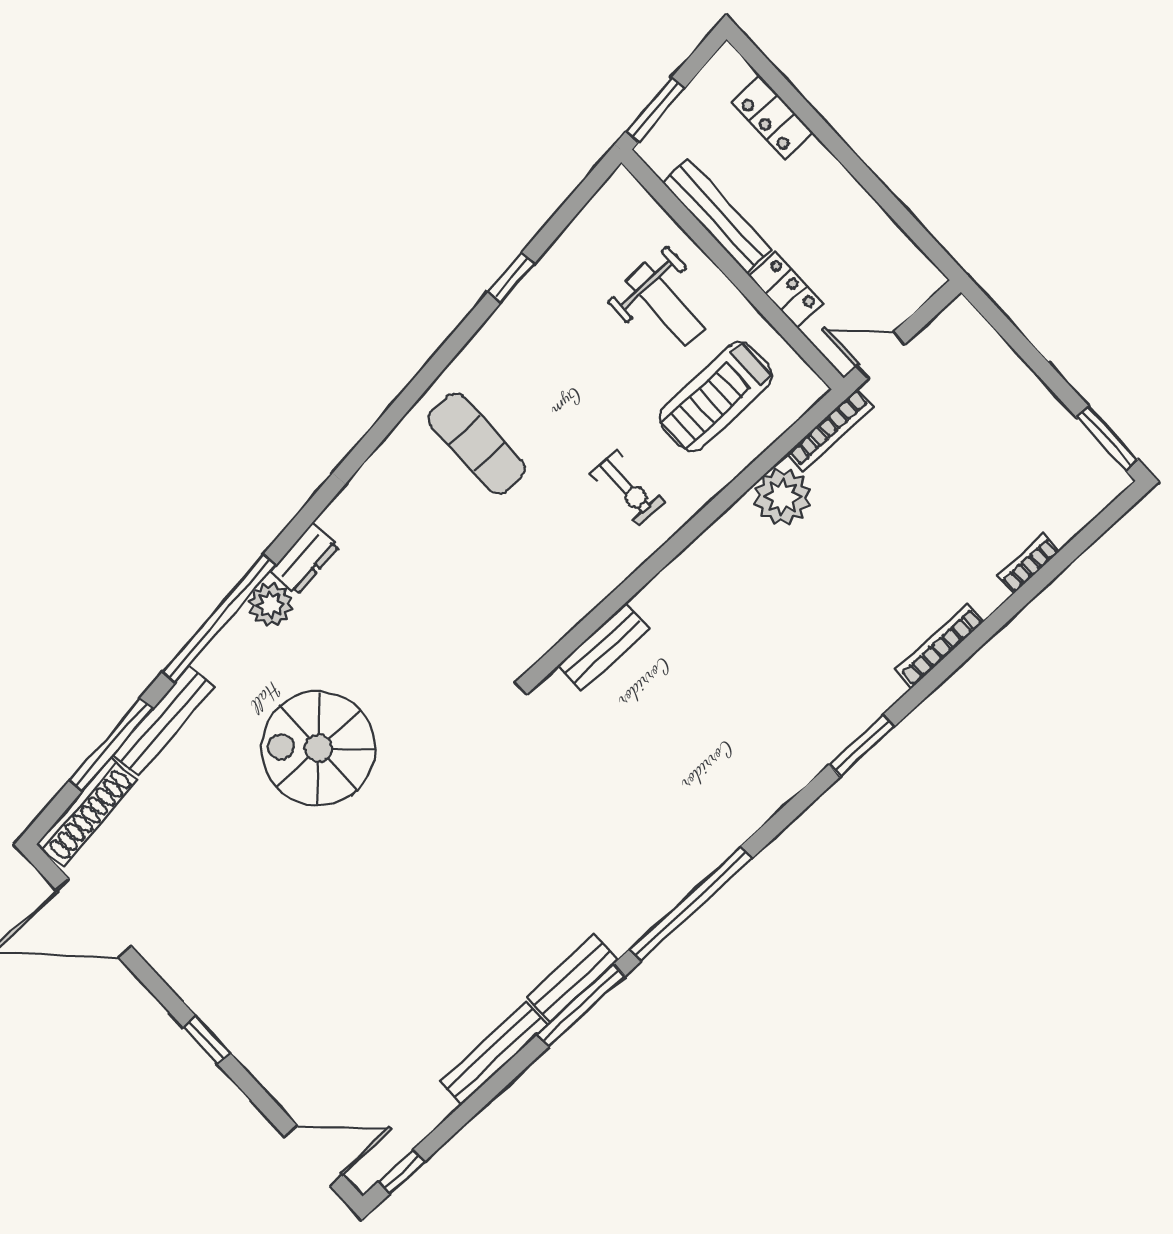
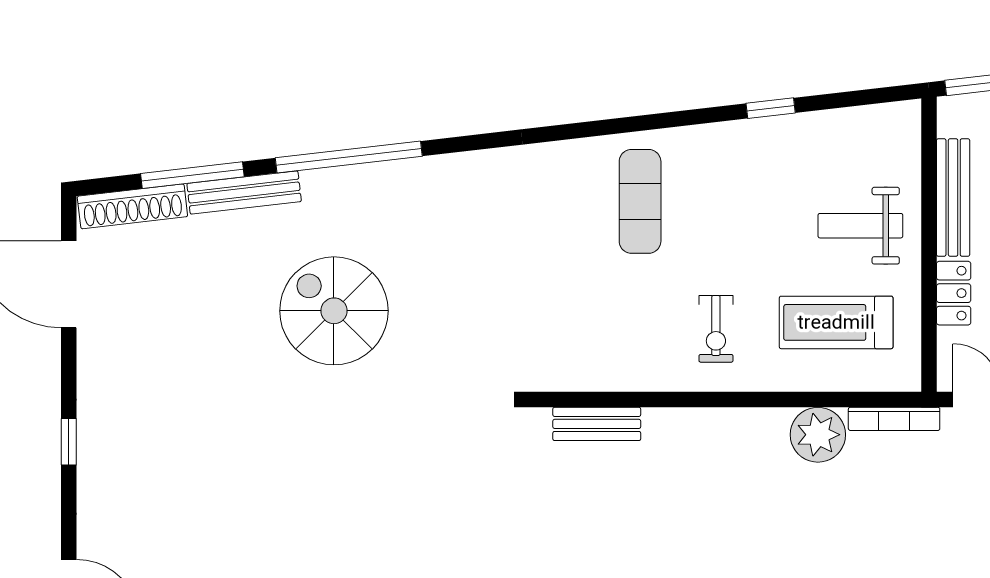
weight bench: (665, 304) -> (860, 226), turned 90
dresser: (305, 559) -> (446, 170), removed
plant: (270, 605) -> (393, 181), removed

